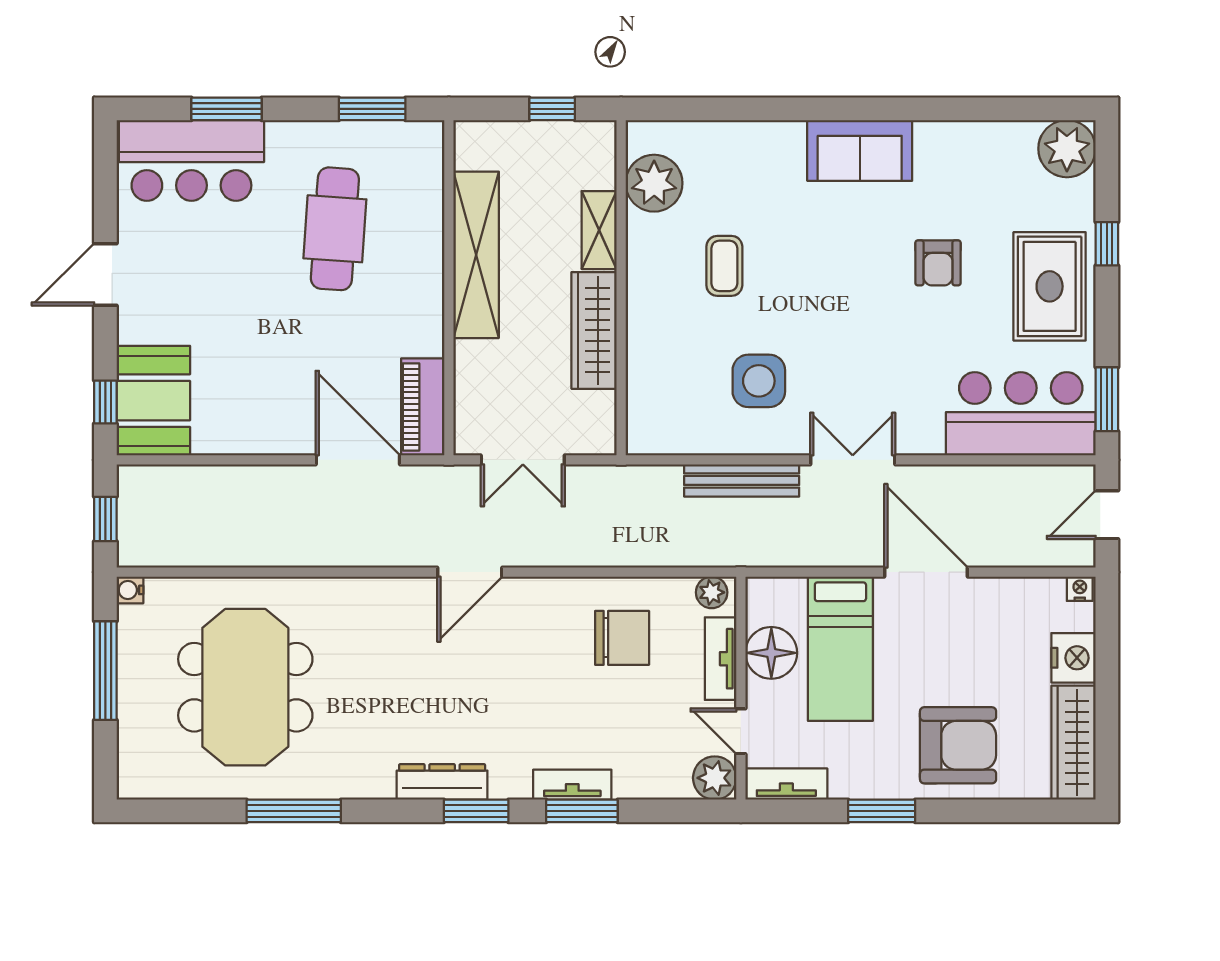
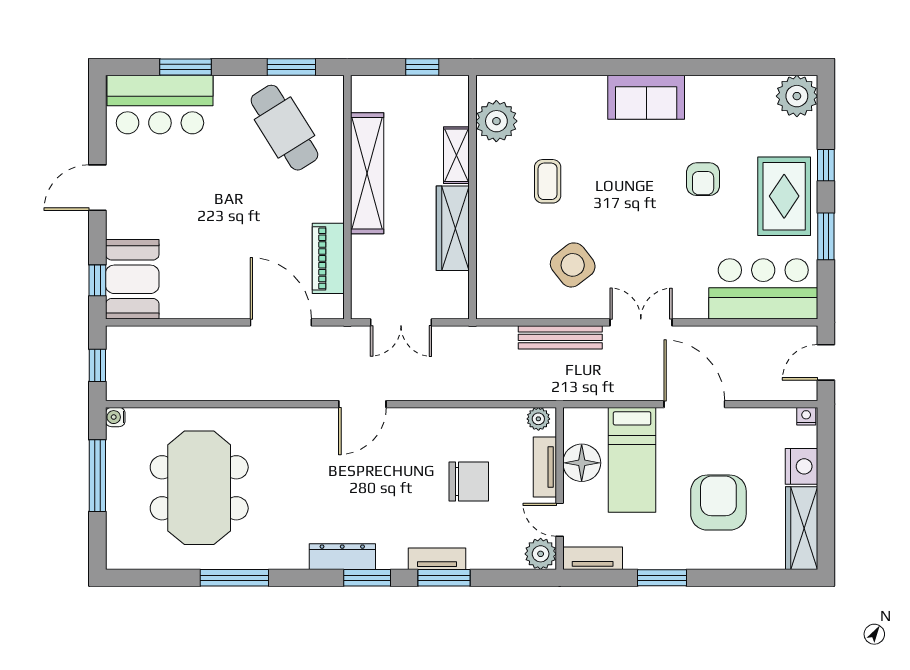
cafe table: (335, 229) -> (284, 128), moved, turned -36
side table: (759, 381) -> (573, 265), turned -38
window: (1107, 399) -> (826, 236), moved
piano: (423, 407) -> (328, 258), moved
chair: (622, 638) -> (469, 481), moved
armchair: (958, 745) -> (718, 503), moved, turned -90

